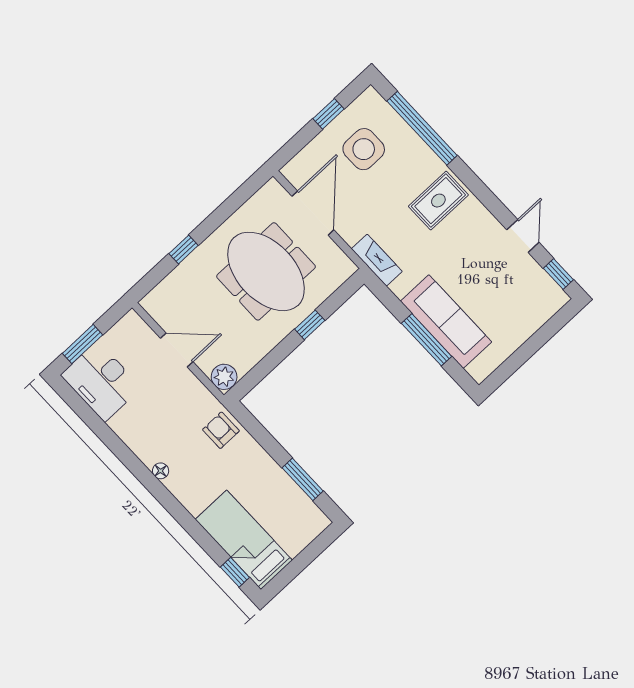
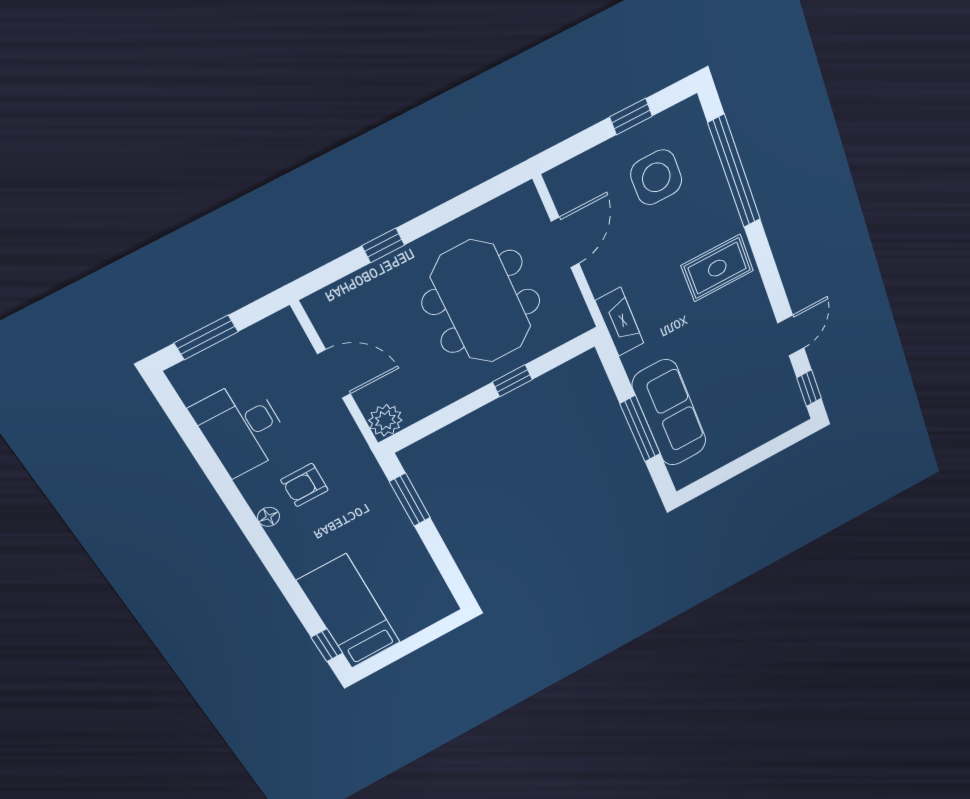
door: (313, 213) -> (565, 242), width x0.73
desk: (101, 381) -> (242, 428), moved
armchair: (221, 430) -> (305, 485), moved, turned -90
window: (303, 479) -> (410, 500), moved

